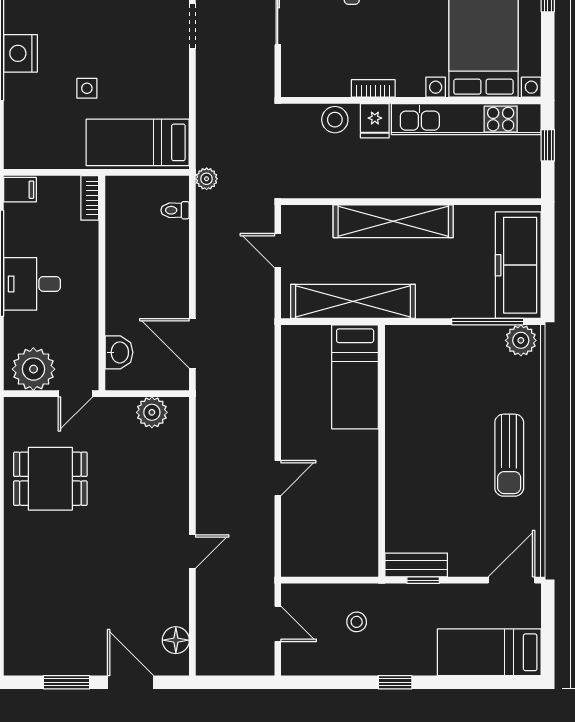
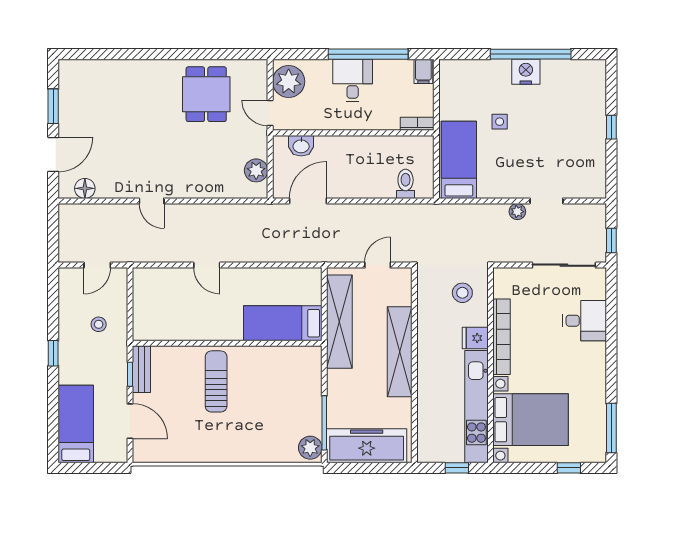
bookcase: (373, 88) -> (502, 337), width x2.31, depth x1.31
stool: (335, 120) -> (462, 293), moved
plant: (207, 179) -> (517, 212), moved
toilet: (175, 210) -> (406, 184), width x1.37, depth x1.39
sun lounger: (509, 455) -> (216, 381), moved, turned 90
door: (511, 580) -> (130, 421), moved

